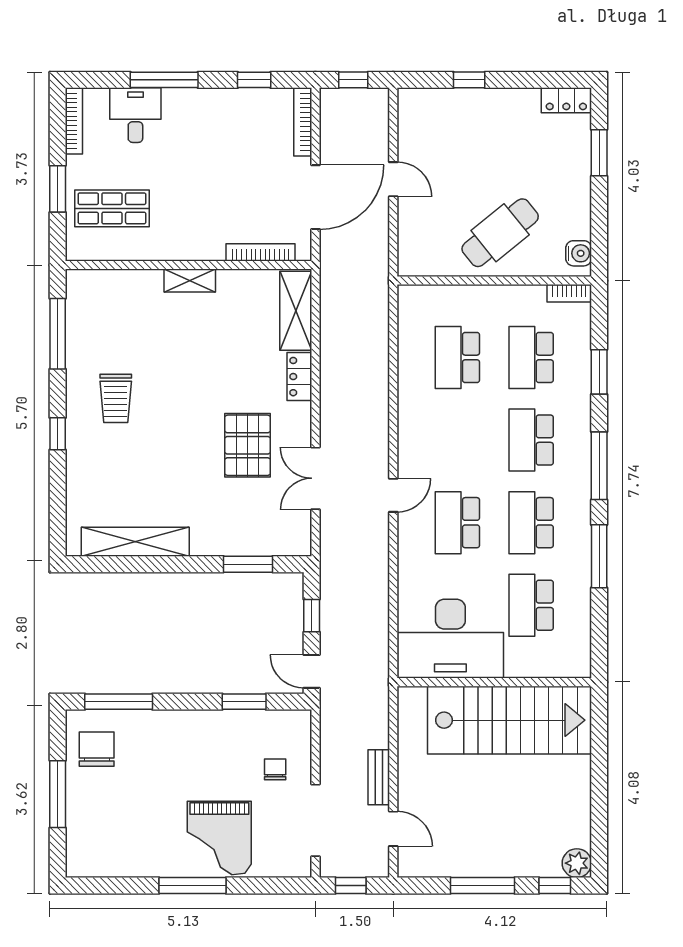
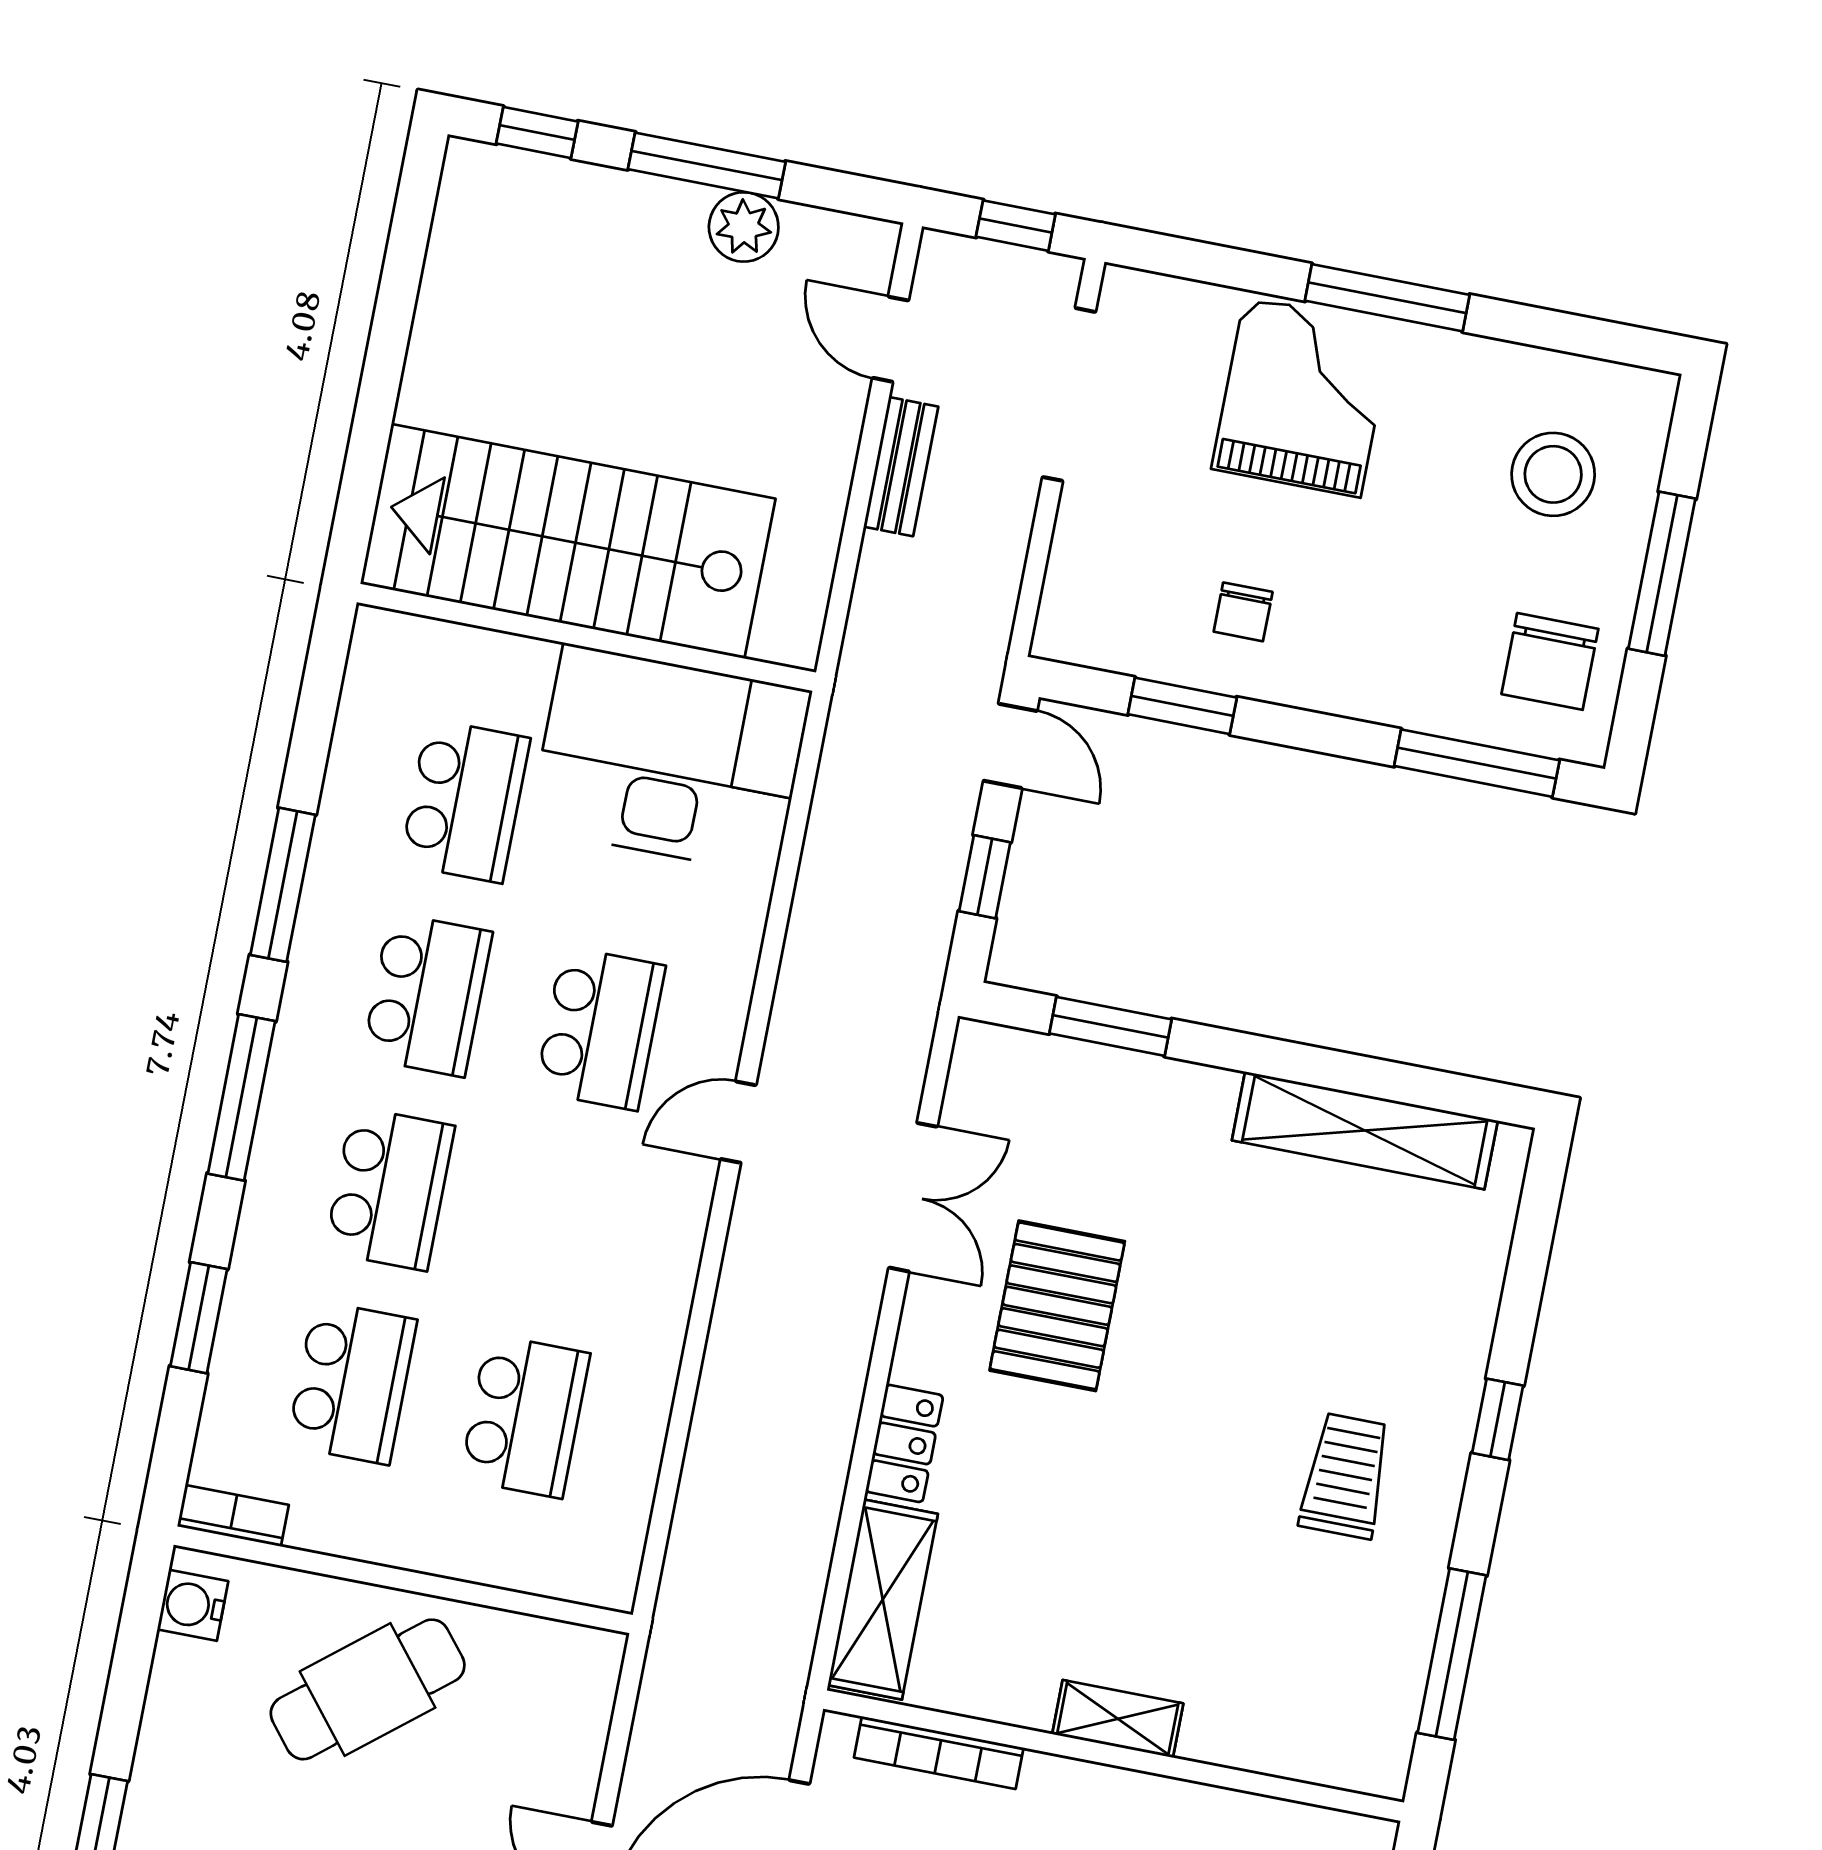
chair: (275, 769) -> (1243, 612), moved
stool: (110, 826) -> (1553, 474), added
plant: (577, 863) -> (744, 227), moved

